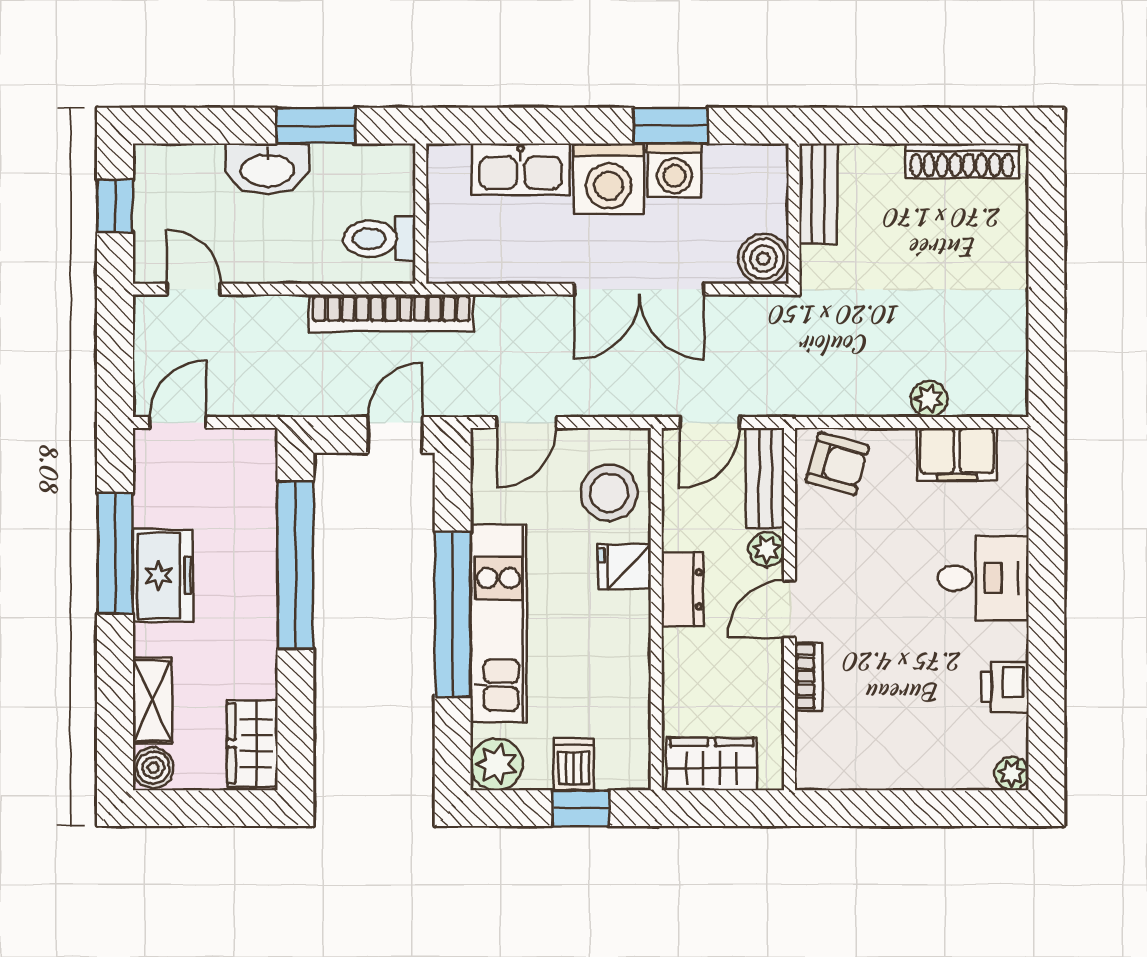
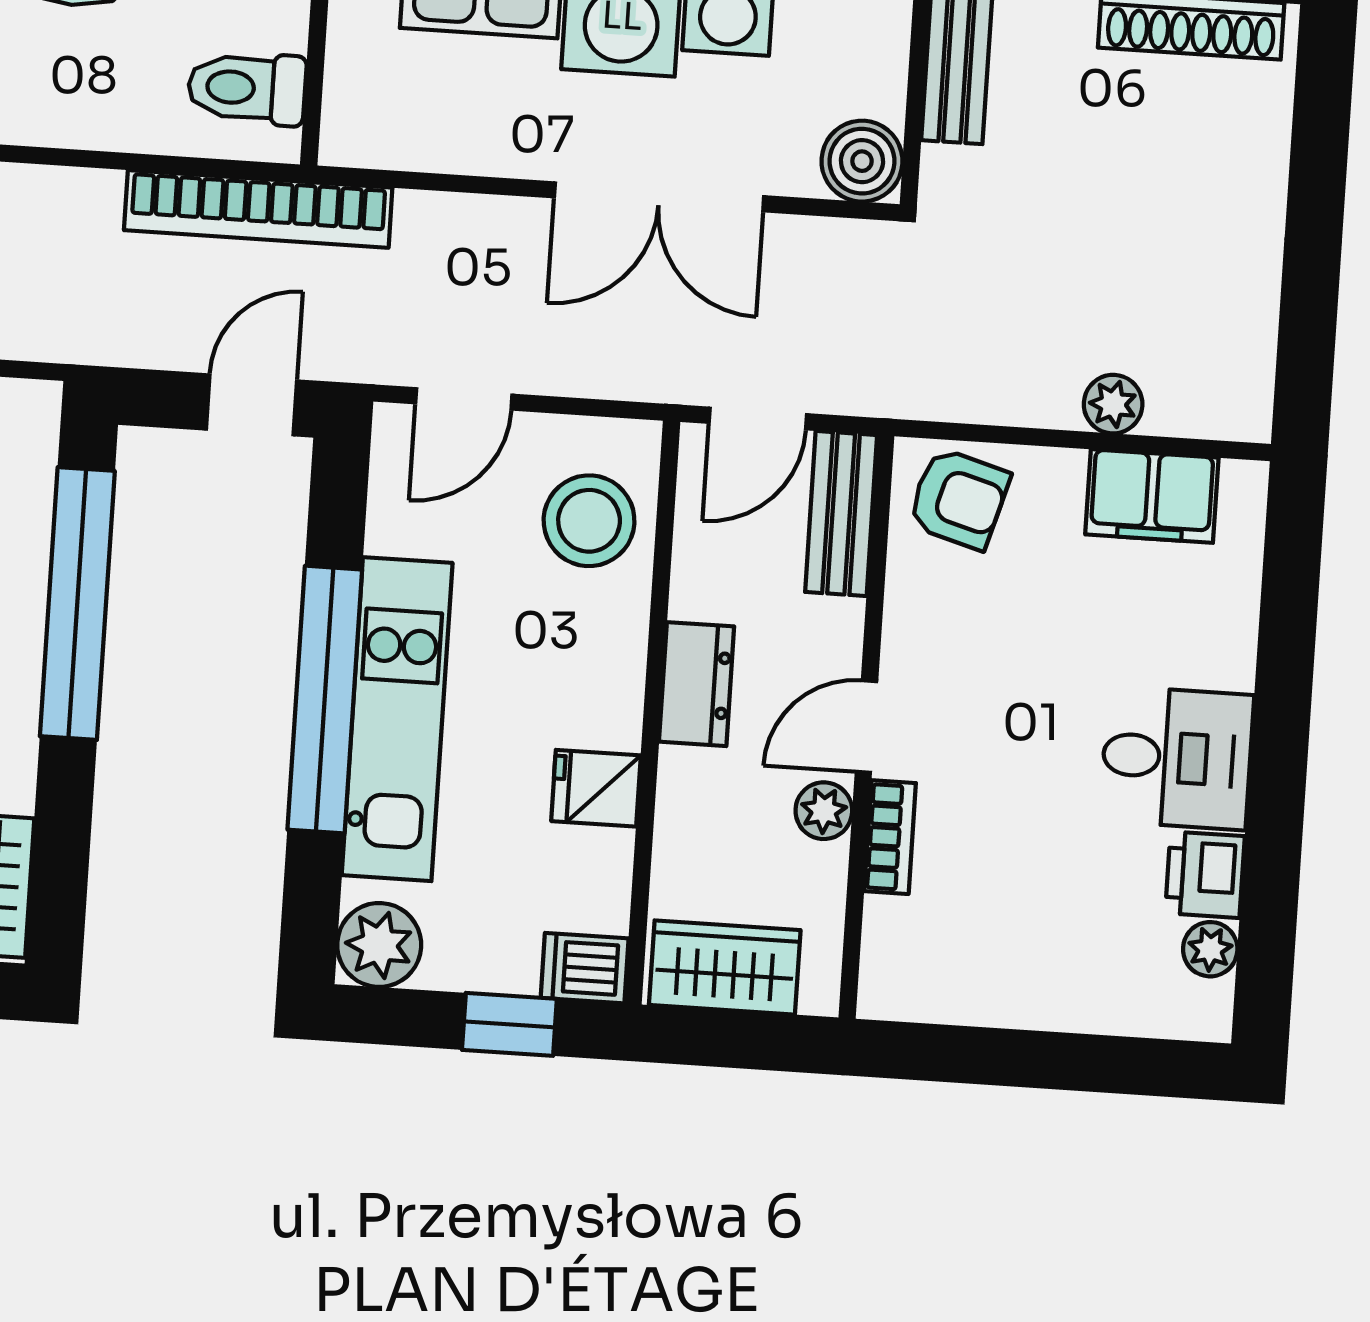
plant: (767, 549) -> (824, 811), moved
fridge: (624, 567) -> (596, 788), moved
desk: (983, 578) -> (1177, 758), moved
dishwasher: (574, 764) -> (585, 968), moved, turned -90
plant: (1012, 773) -> (1210, 949), moved

